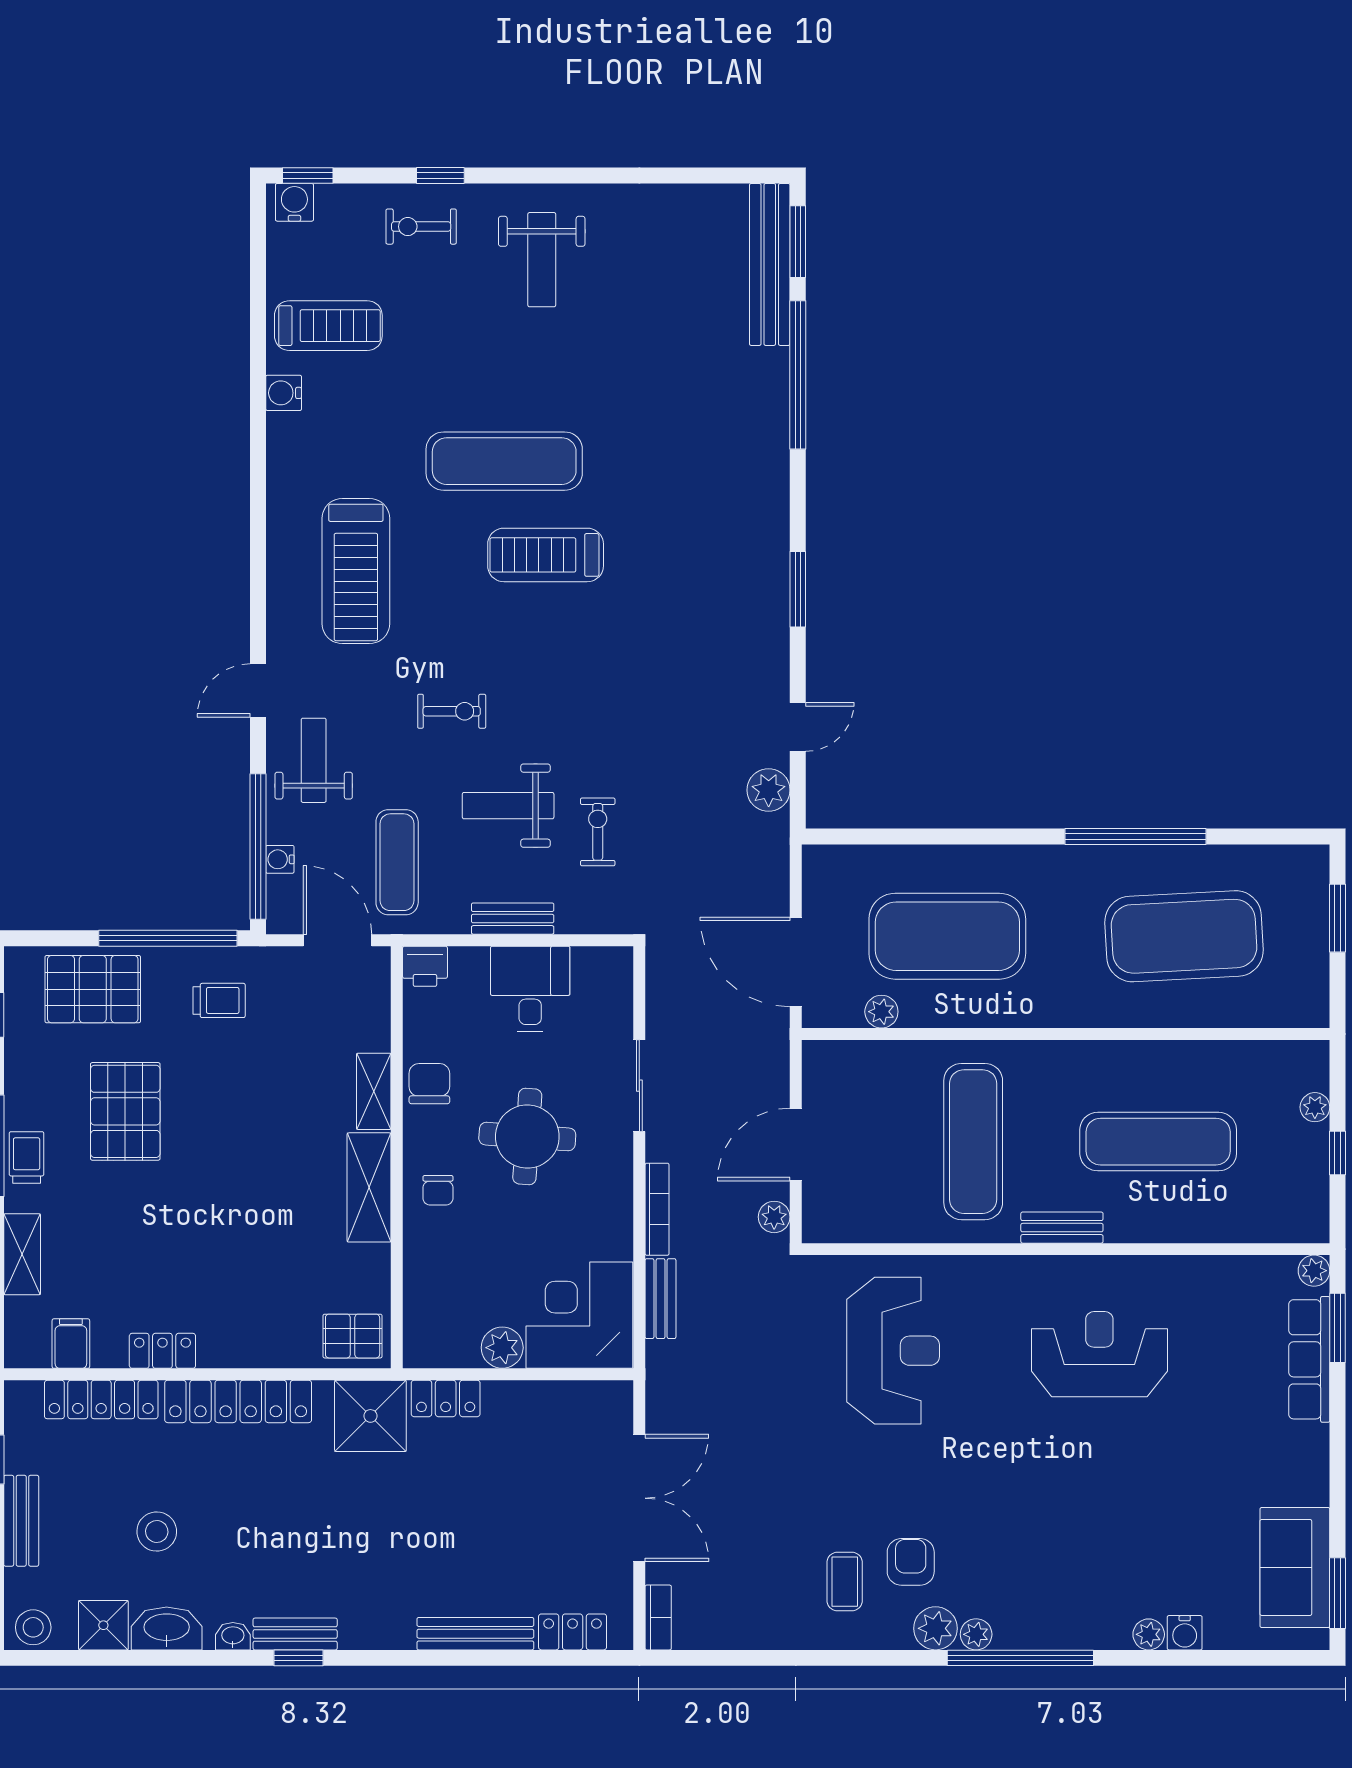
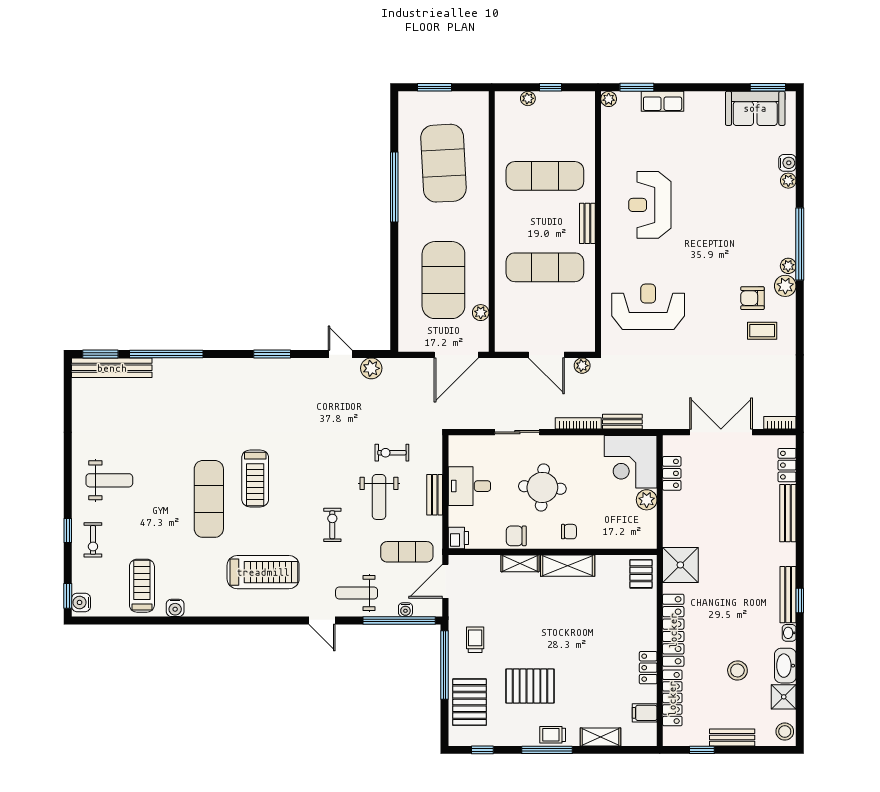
exercise mat: (1158, 1142) -> (545, 176), turned 90
row of seats: (1309, 1359) -> (663, 101), width x0.68
locker: (446, 1398) -> (672, 473), moved
bench: (295, 1634) -> (788, 595), width x1.36

